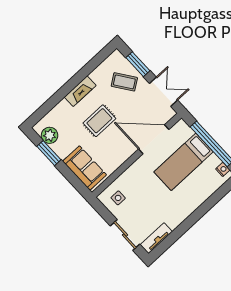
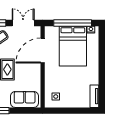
bed: (184, 162) -> (73, 46), width x1.50
sliding door: (125, 235) -> (78, 111), removed

